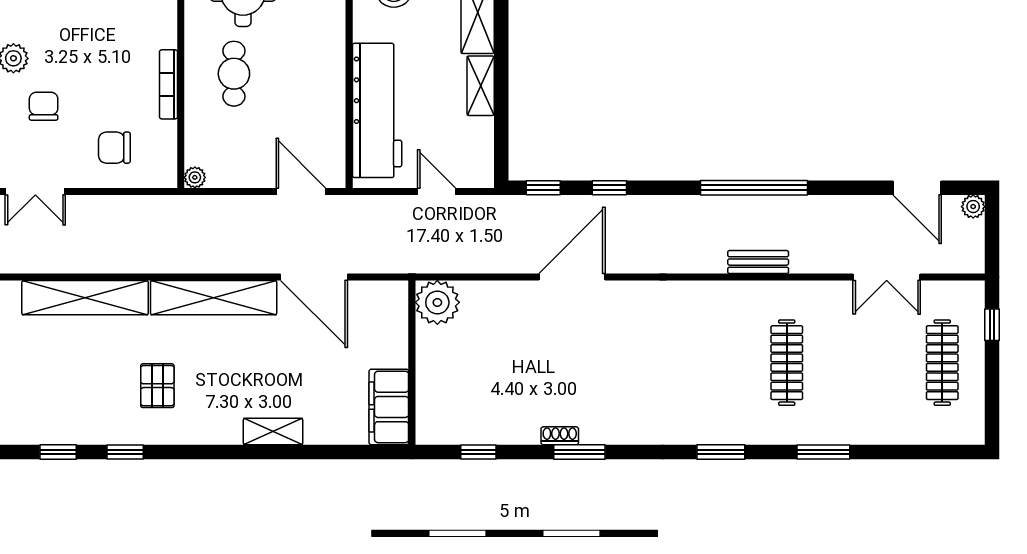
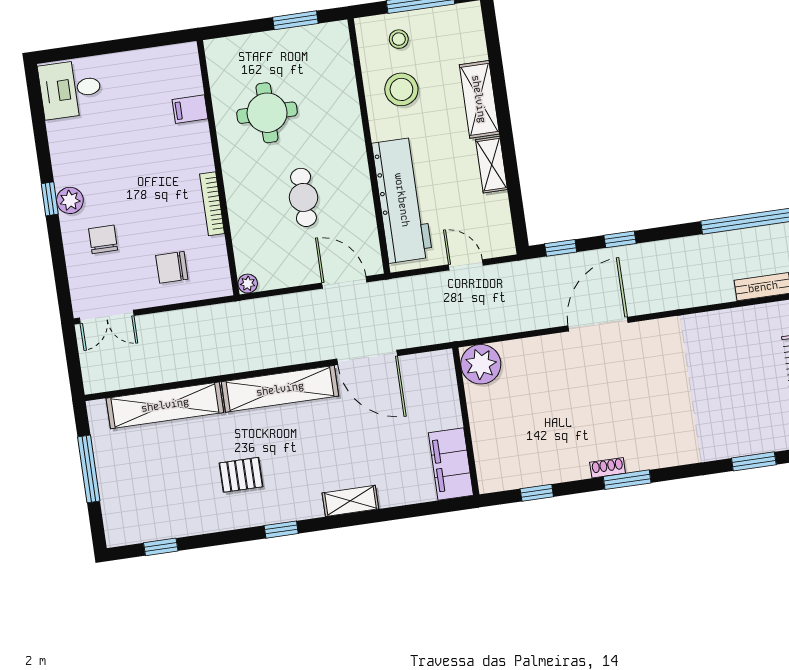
cafe table: (234, 74) -> (303, 197), moved
pallet: (157, 386) -> (241, 475), turned 90
window: (125, 452) -> (281, 530), moved

